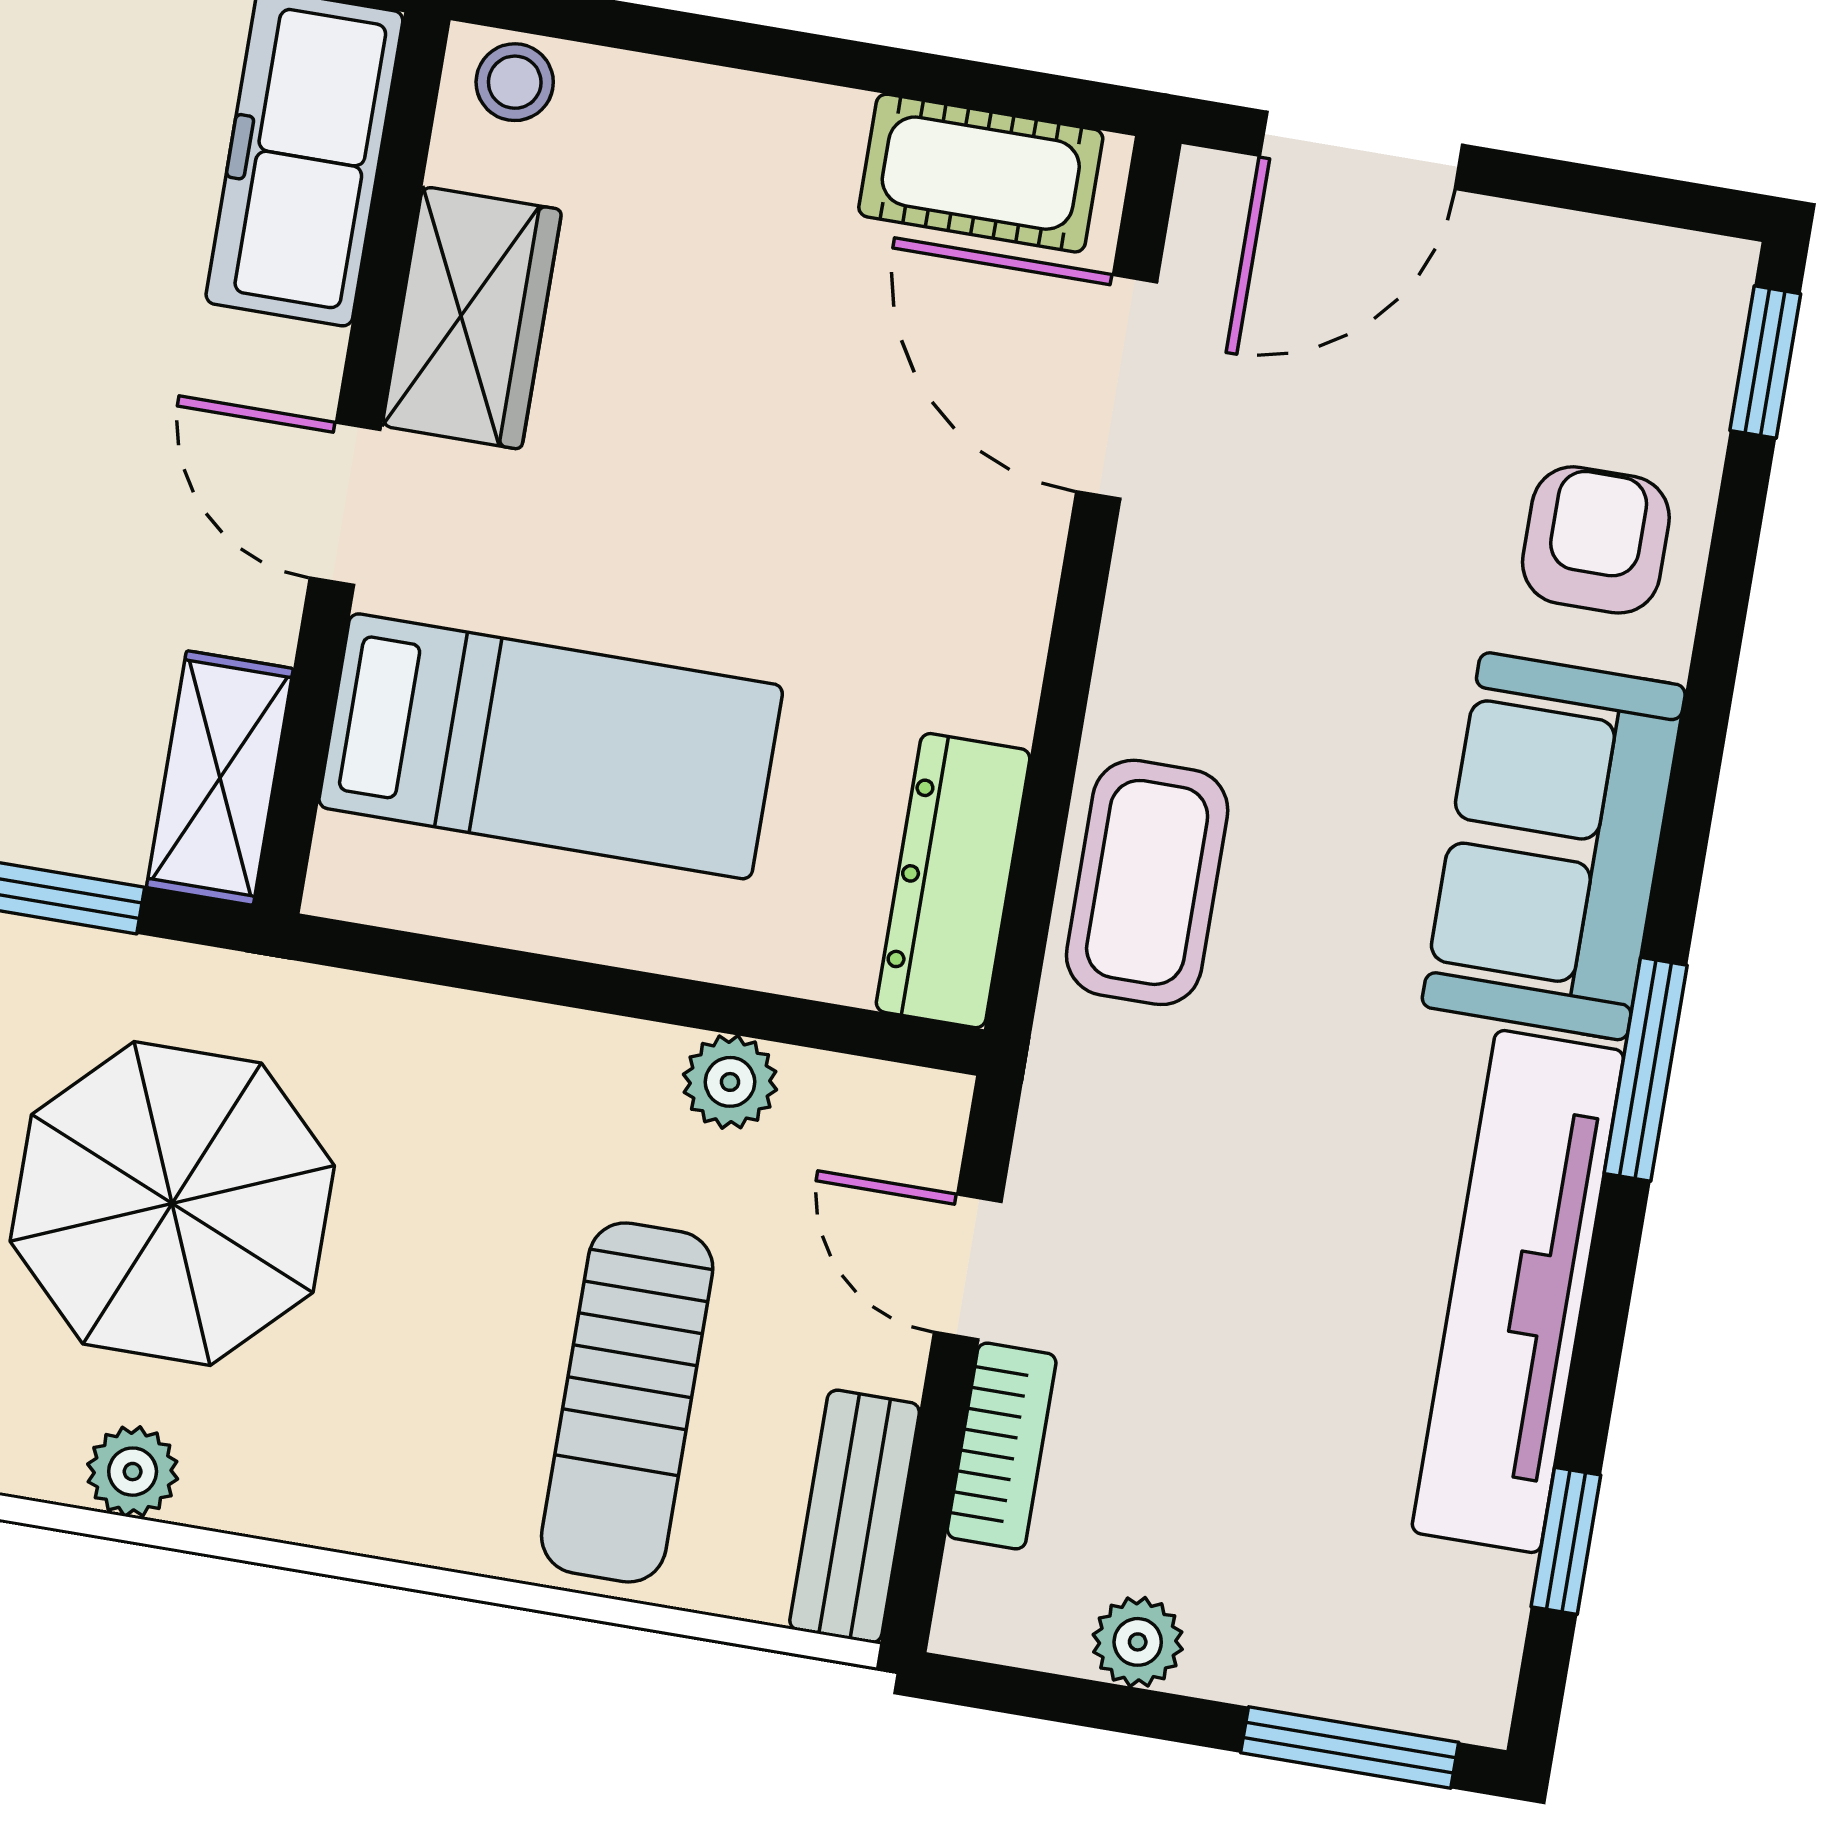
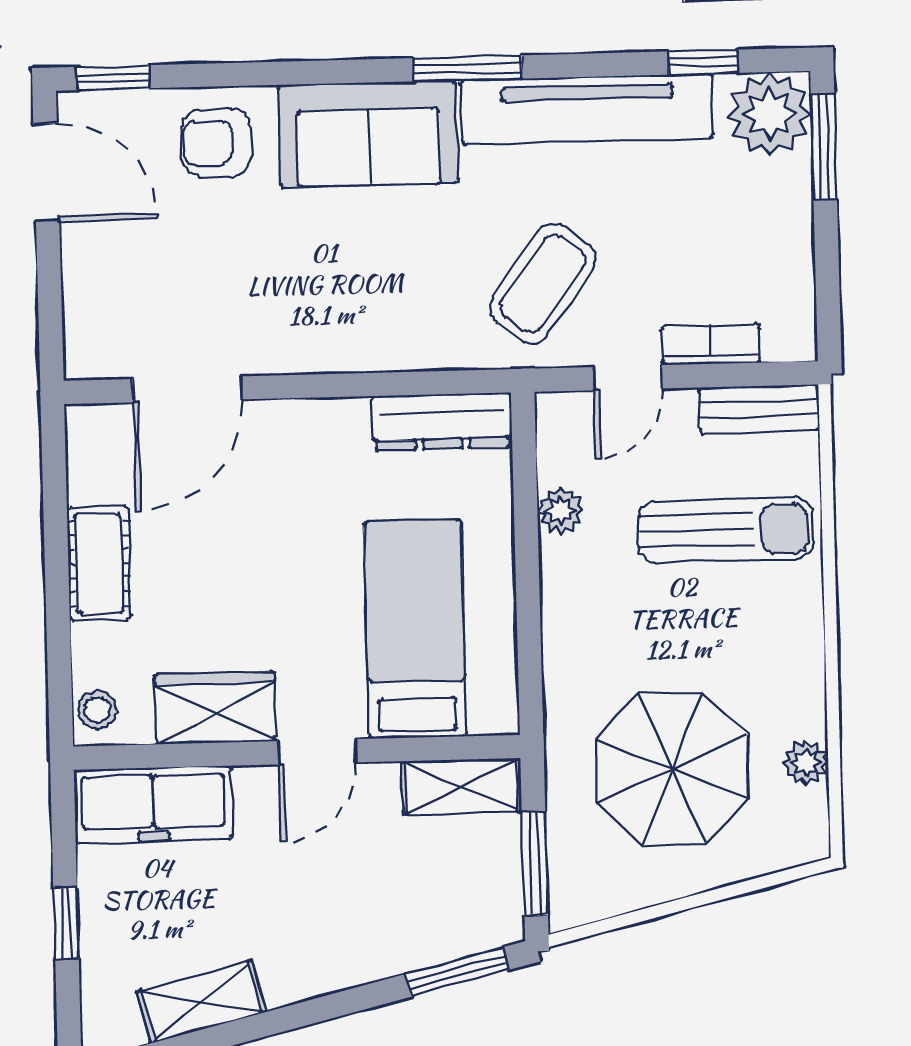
door: (1361, 150) -> (46, 173), moved
cot: (981, 173) -> (99, 563), moved
coffee table: (1147, 882) -> (543, 283), moved, turned -54
plant: (1138, 1642) -> (770, 114), moved, width x1.87, depth x1.87

